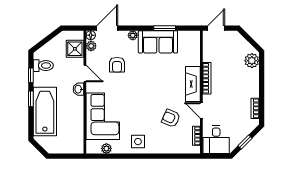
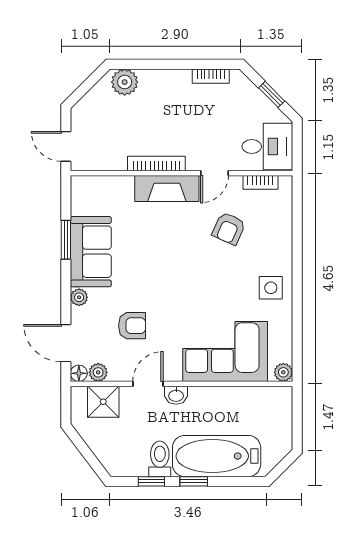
toilet: (43, 66) -> (160, 459), moved
plant: (106, 148) -> (283, 372), moved

